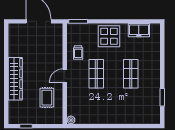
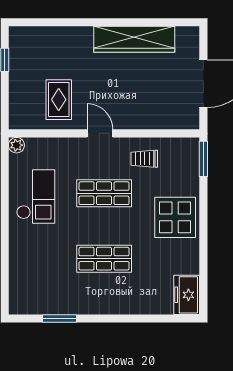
freezer: (139, 30) -> (187, 295), moved
wardrobe: (15, 79) -> (134, 39), moved
rug: (47, 98) -> (59, 100), turned 90
checkout: (98, 110) -> (36, 197), added

